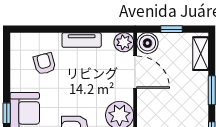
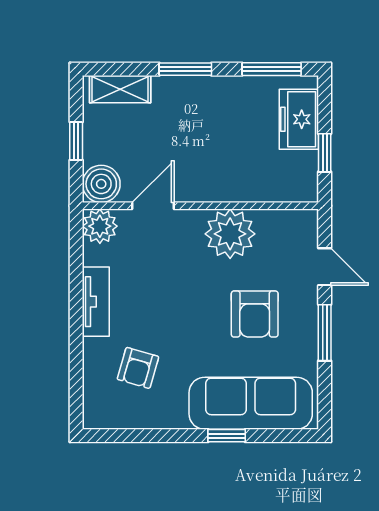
armchair: (44, 64) -> (138, 368), turned -59
door: (135, 72) -> (153, 206), width x0.73

